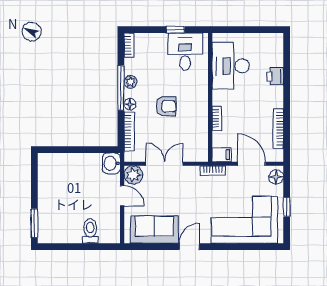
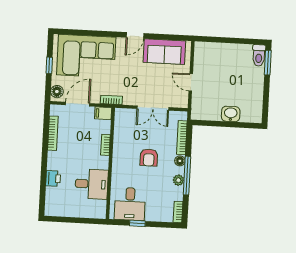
desk: (231, 66) -> (92, 184), width x0.73
armchair: (166, 106) -> (149, 158), turned -90
washbasin: (111, 163) -> (231, 114), moved, turned -90
door: (252, 164) -> (78, 104), swing flipped
plant: (133, 175) -> (180, 100), removed
toilet: (90, 231) -> (259, 55), moved

